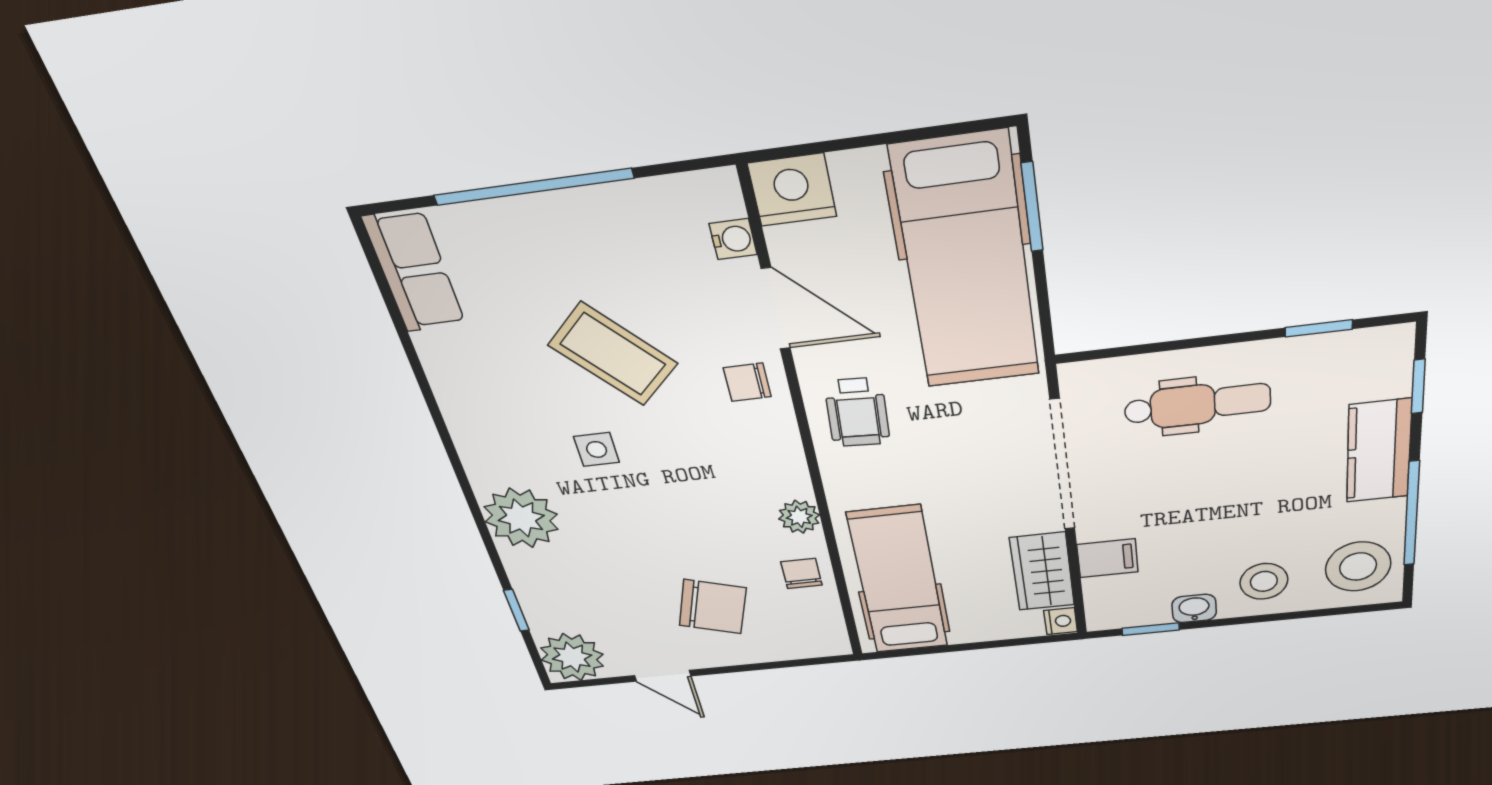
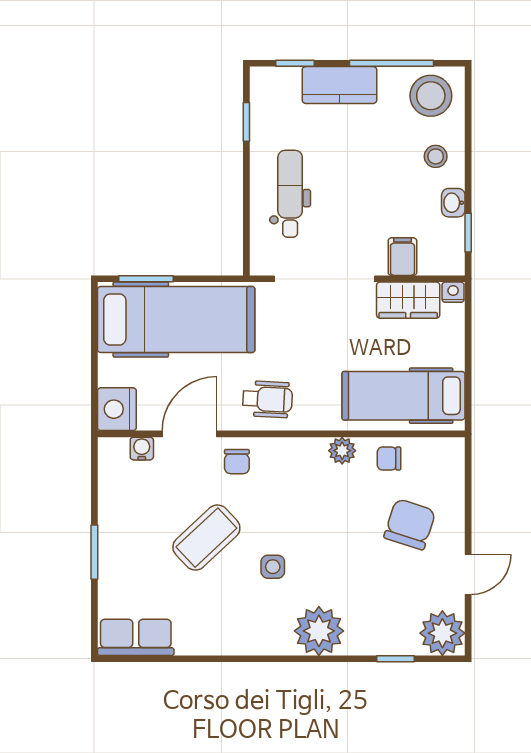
window: (533, 187) -> (94, 552), width x0.47
stool: (1264, 581) -> (436, 156), width x0.73, depth x0.73

